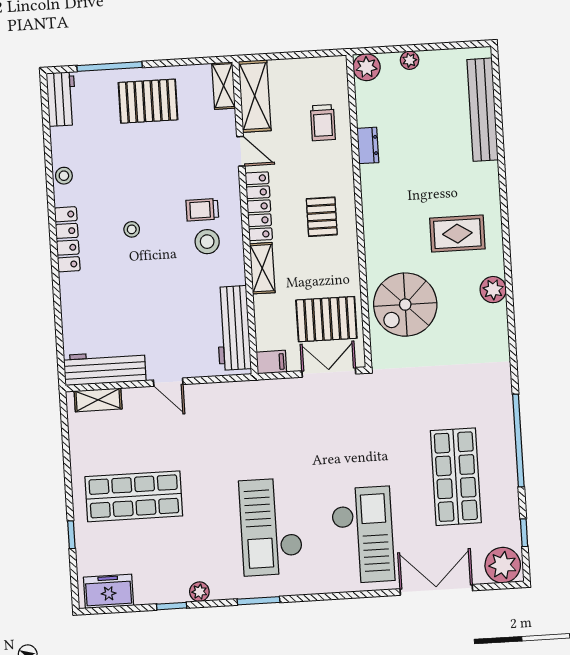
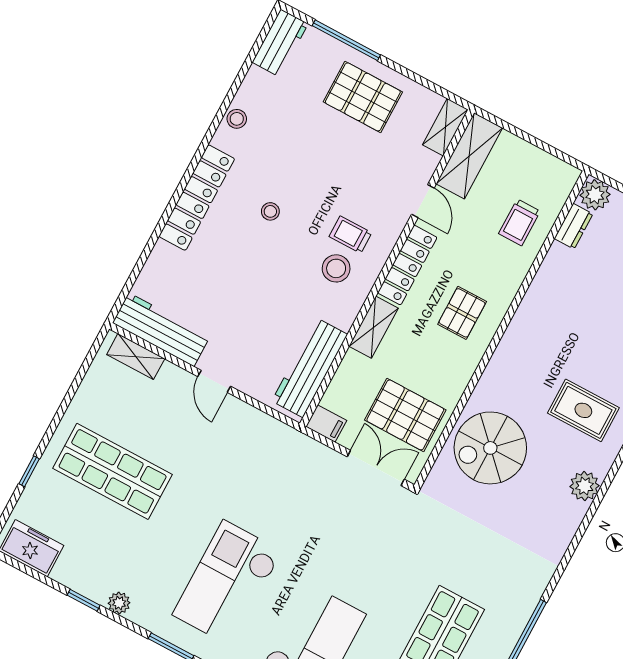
dresser: (368, 145) -> (574, 226), moved
locker: (67, 239) -> (197, 198), width x1.41, depth x1.21

